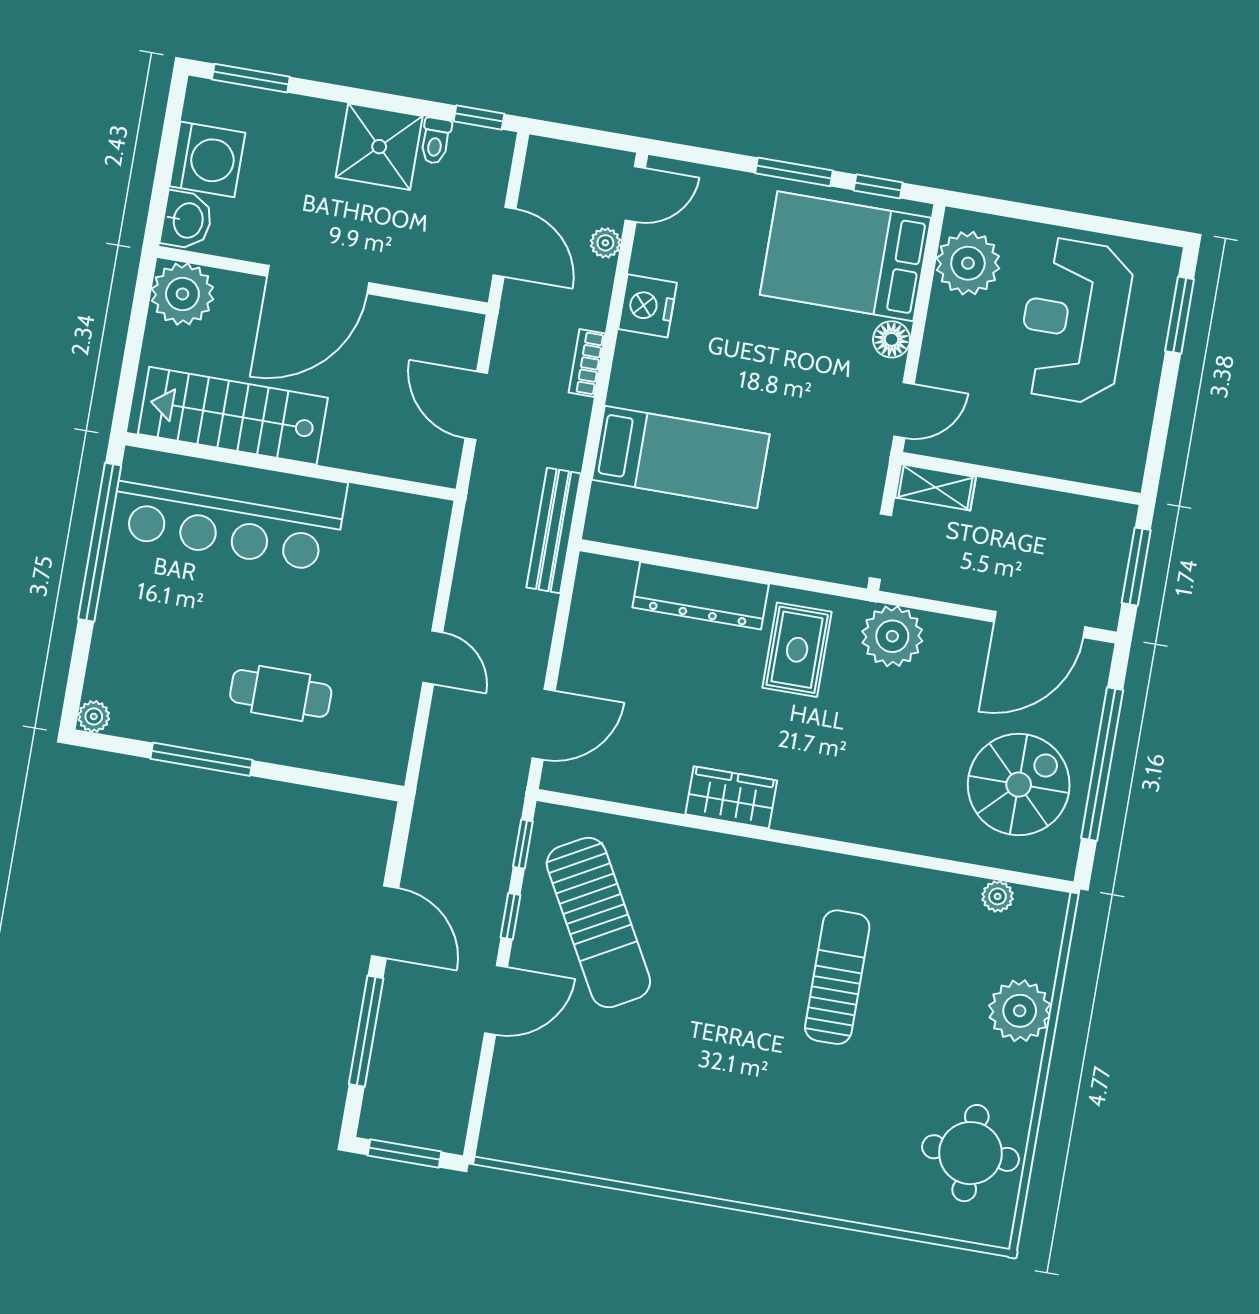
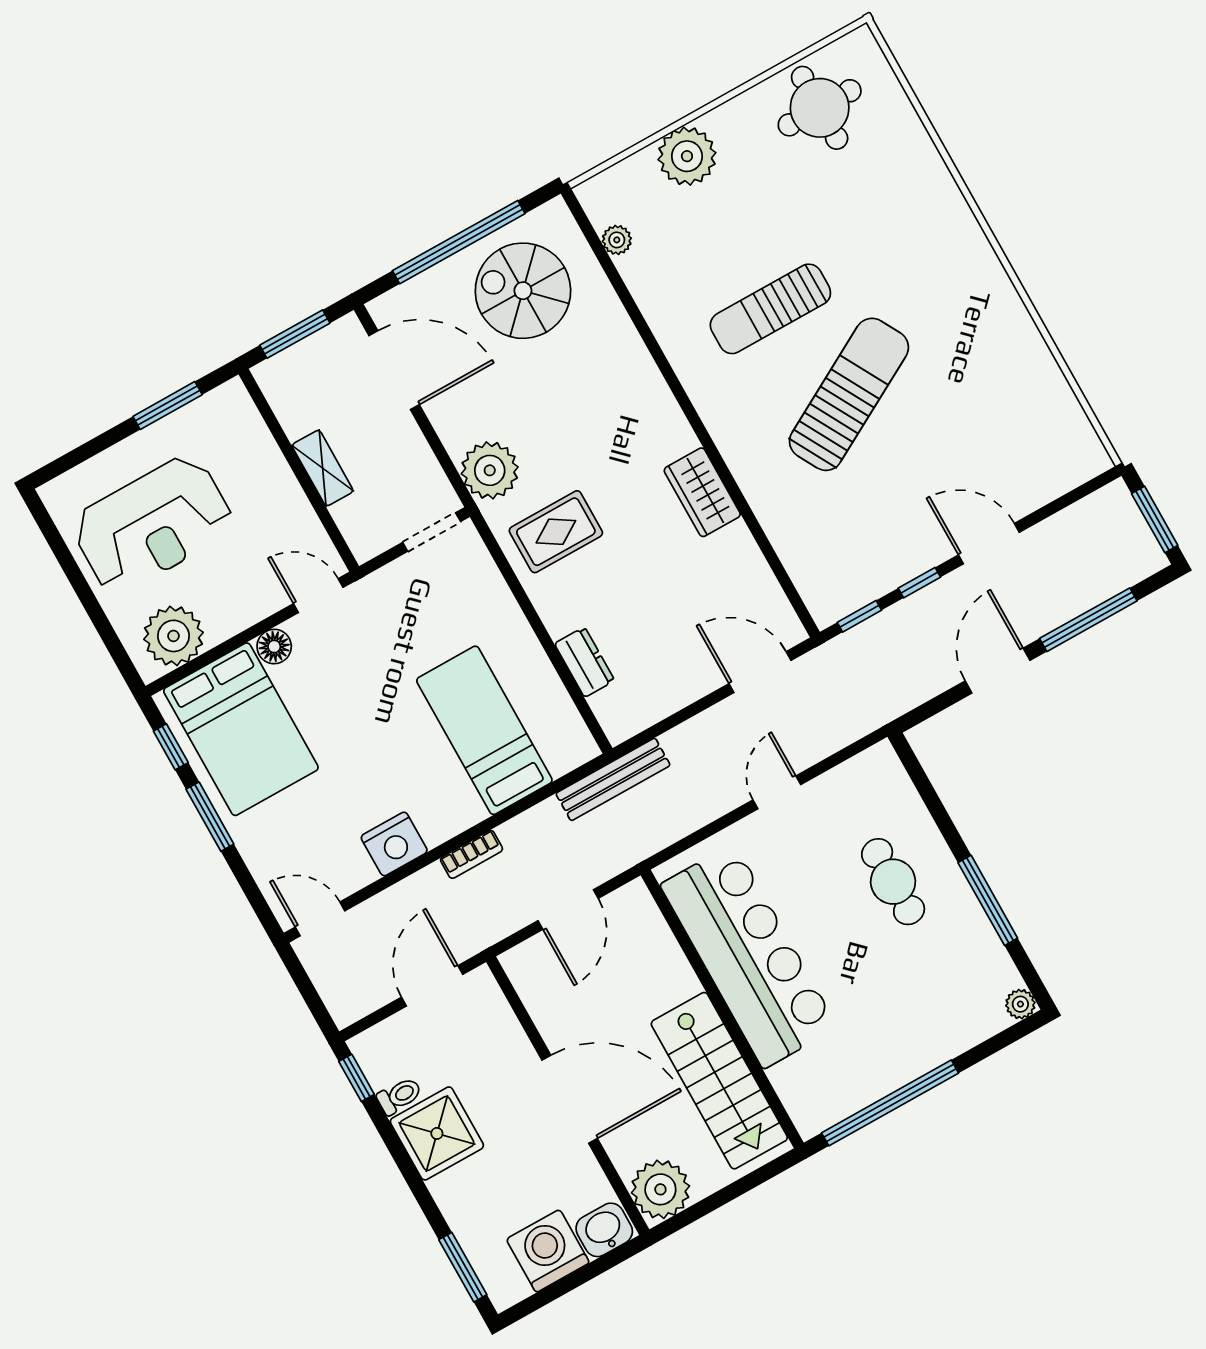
plant: (605, 243) -> (373, 912), removed
window: (1180, 315) -> (168, 406), moved
shelving: (935, 487) -> (323, 468), moved
bar counter: (229, 509) -> (749, 956), moved
dresser: (701, 596) -> (584, 662), width x0.51, depth x0.80
sun lounger: (598, 923) -> (849, 394), moved

